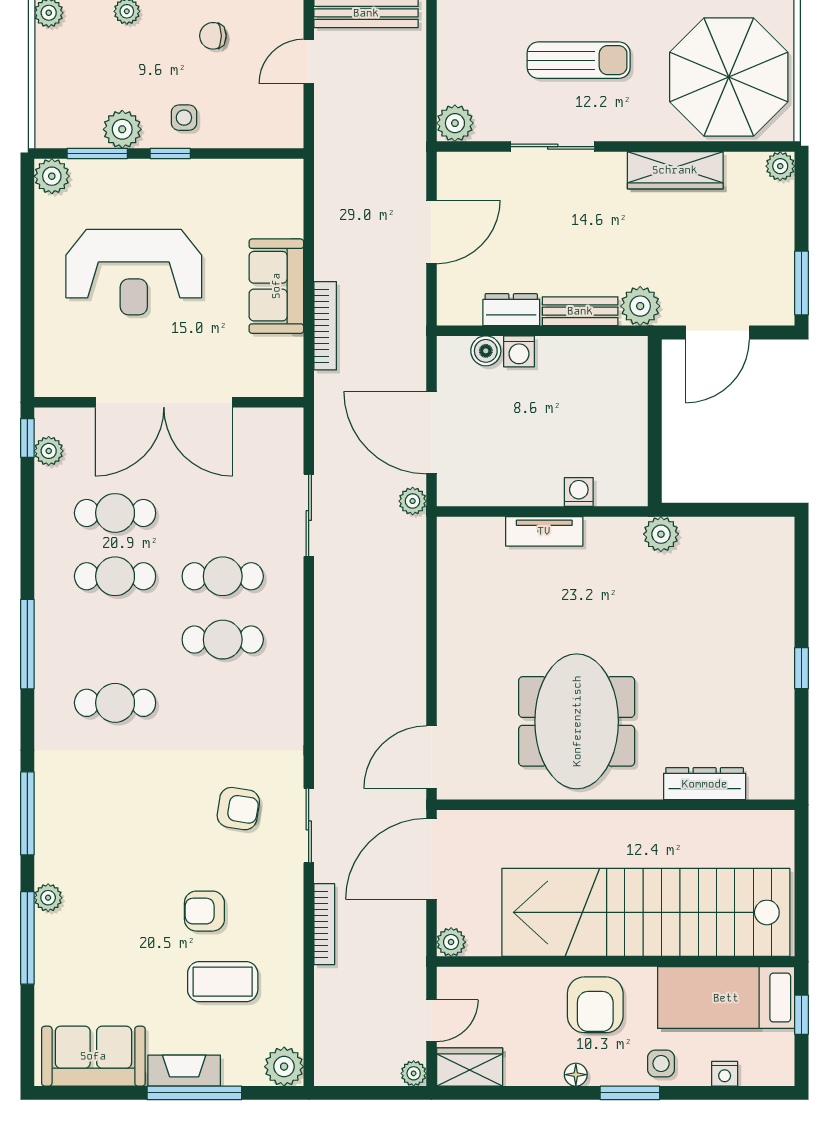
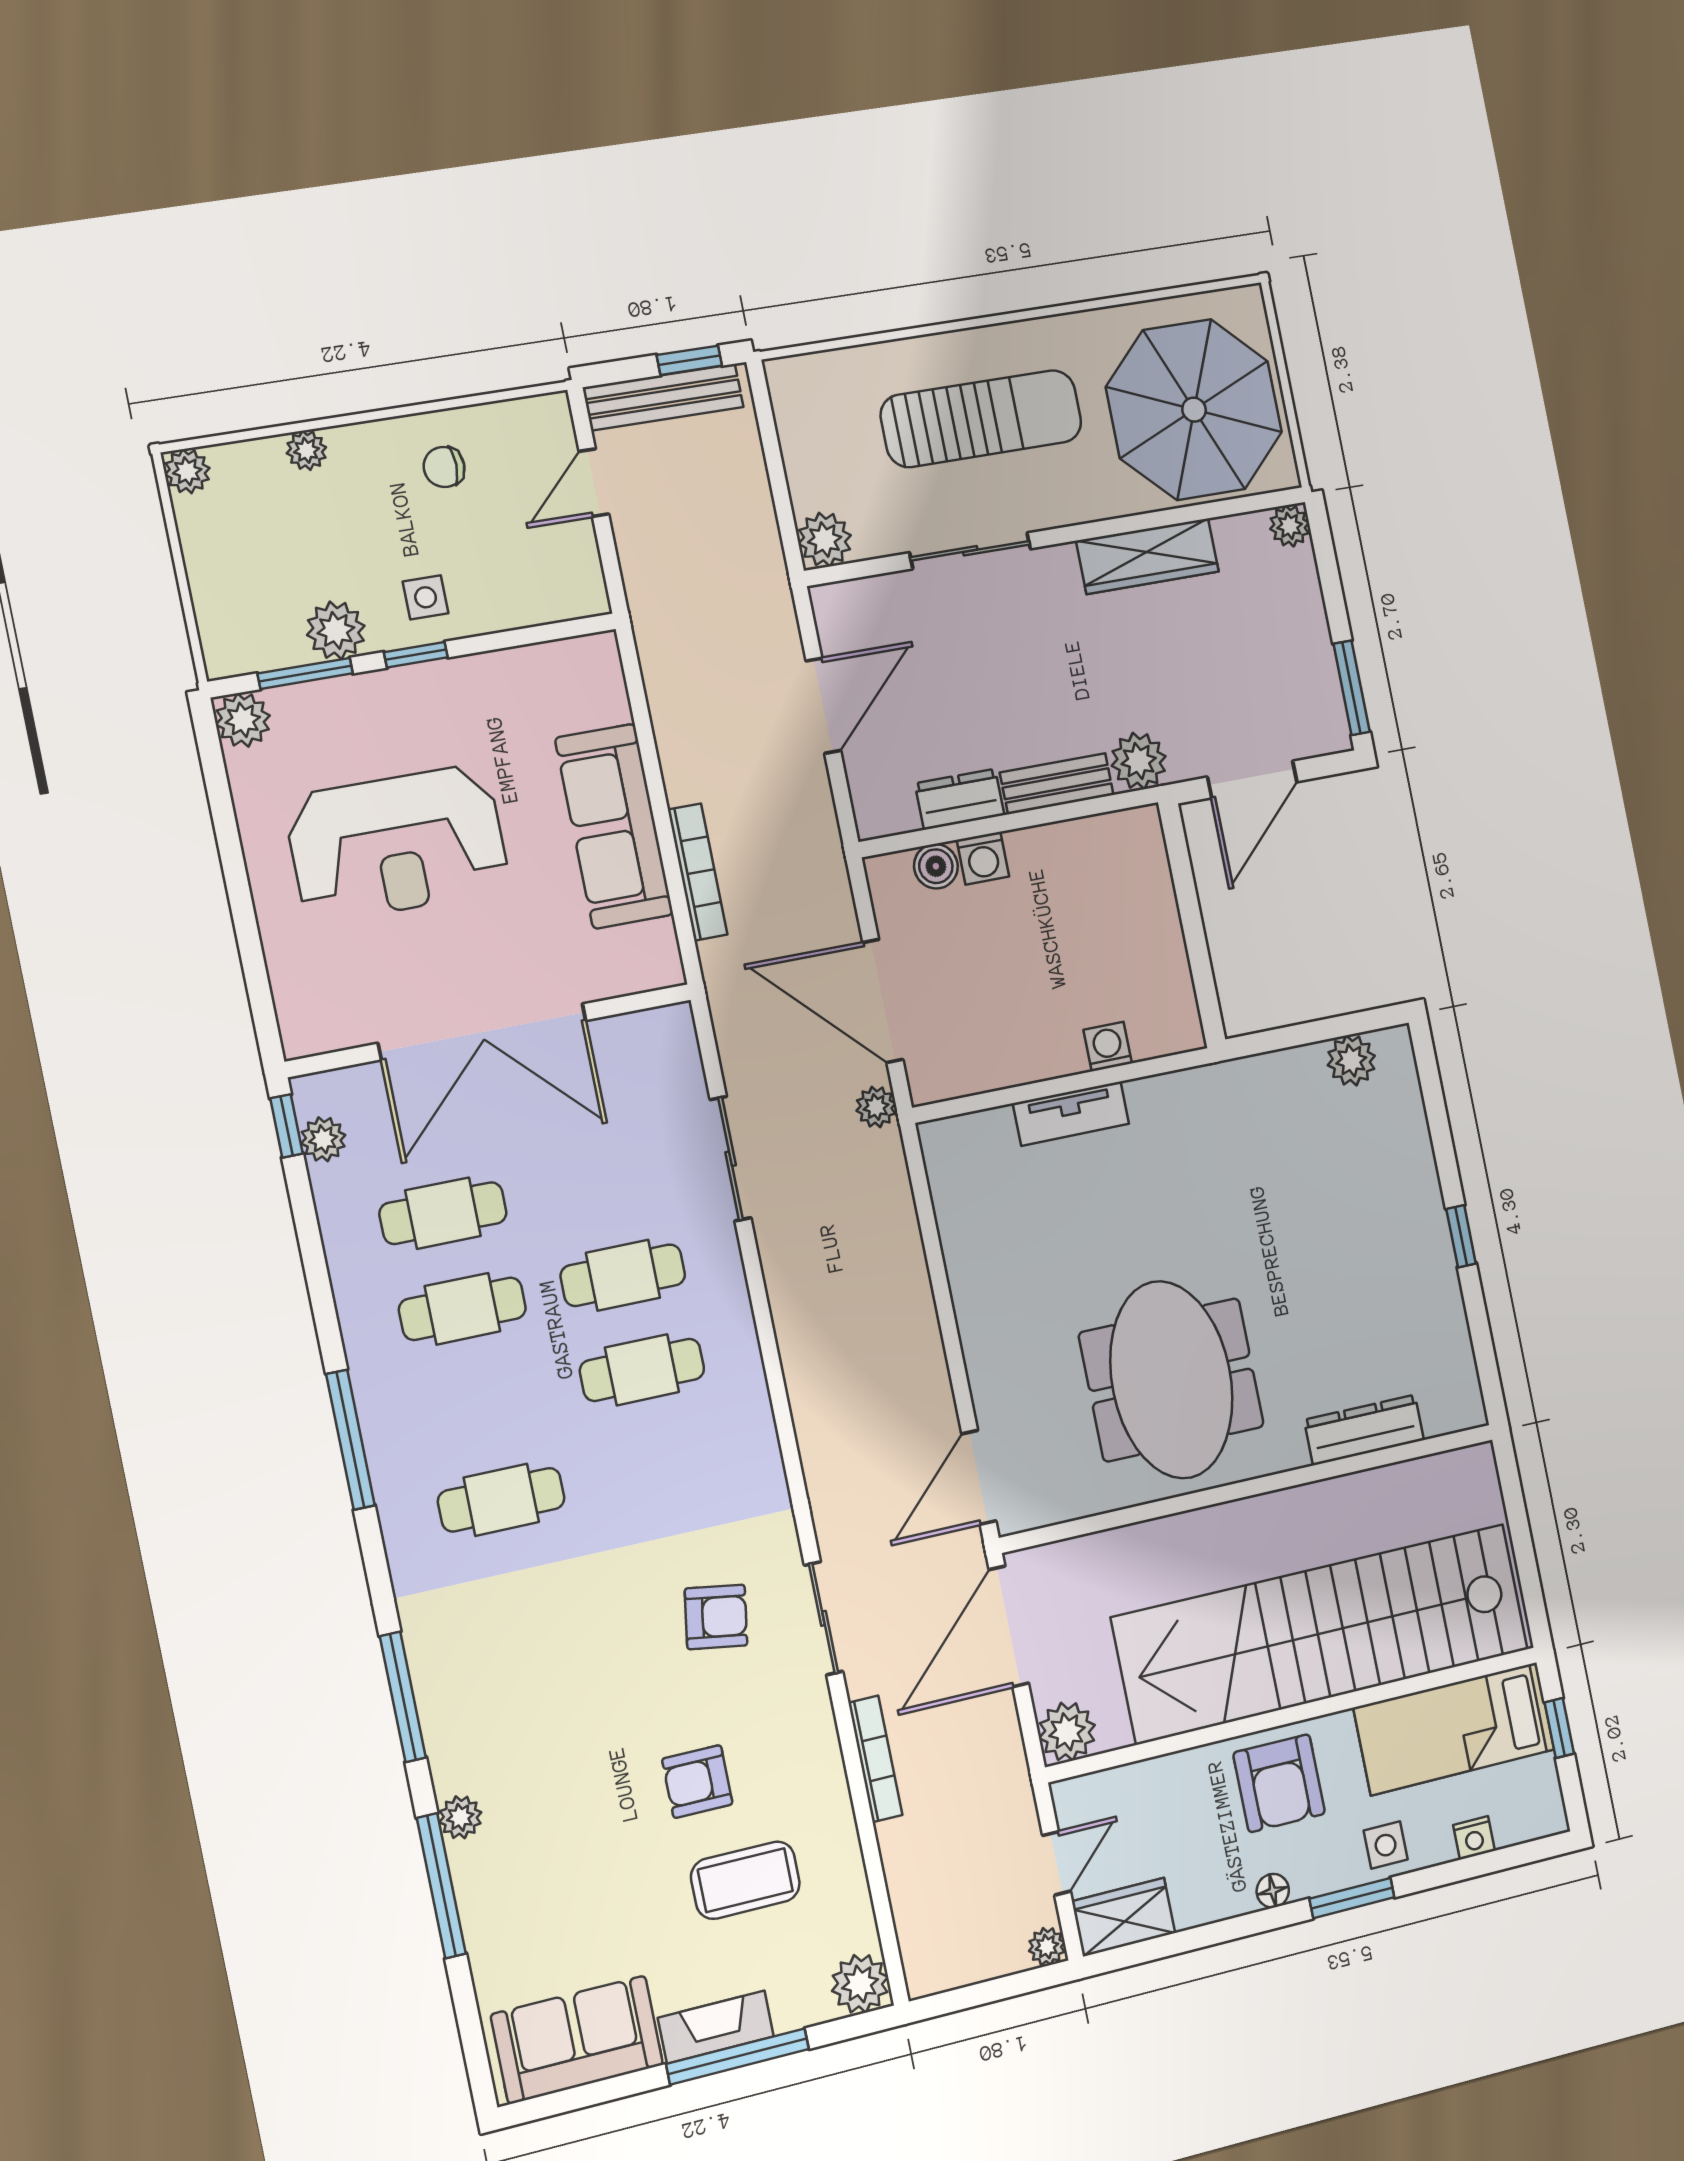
sun lounger: (579, 60) -> (981, 419), width x1.36, depth x1.34
sofa: (276, 286) -> (614, 826), width x1.36
plant: (661, 534) -> (1351, 1060), moved
plant: (451, 942) -> (1067, 1732), width x1.38, depth x1.38

